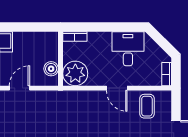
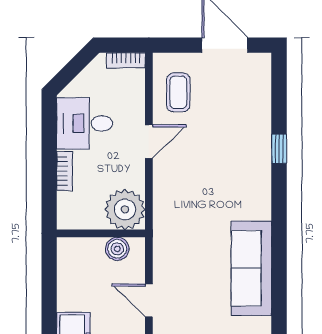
bookcase: (75, 36) -> (65, 171), moved
coffee table: (147, 106) -> (178, 92), turned 90

